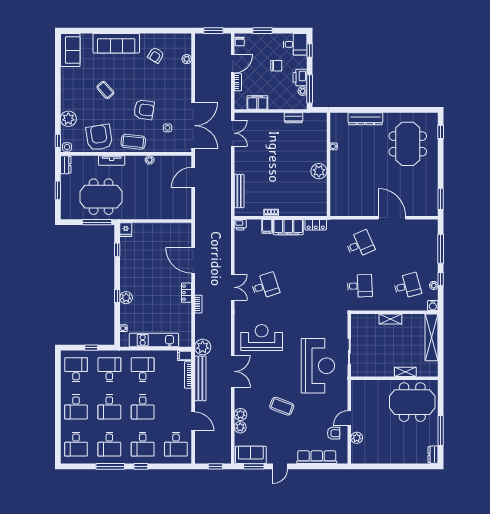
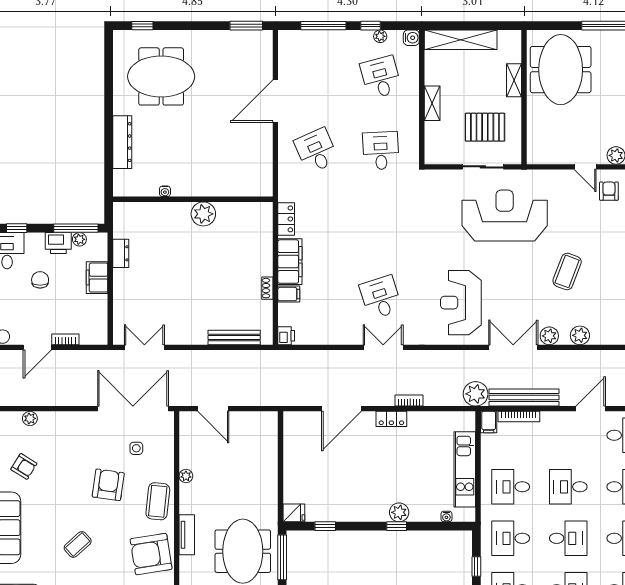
door: (233, 64) -> (37, 347), swing flipped
filing cabinet: (257, 102) -> (97, 278), moved
pallet: (375, 353) -> (485, 127), added
desk: (143, 407) -> (568, 487), turned 180
plant: (240, 427) -> (549, 336), moved

